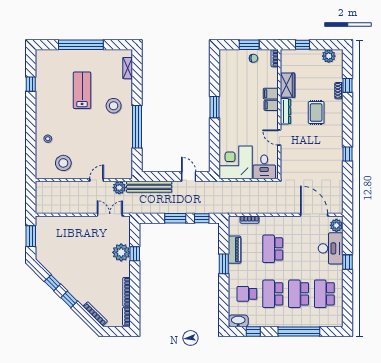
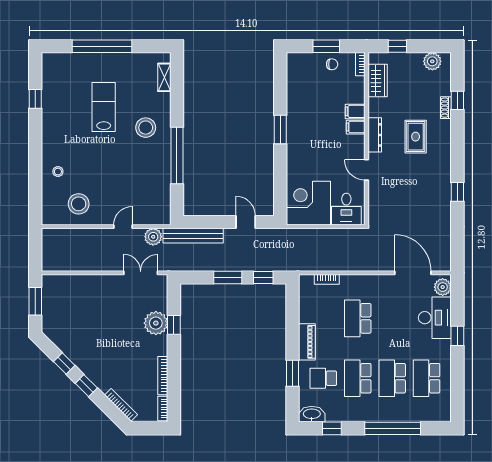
wardrobe: (288, 85) -> (378, 81), moved
piano: (235, 250) -> (307, 342), moved
window: (224, 264) -> (293, 373), moved

